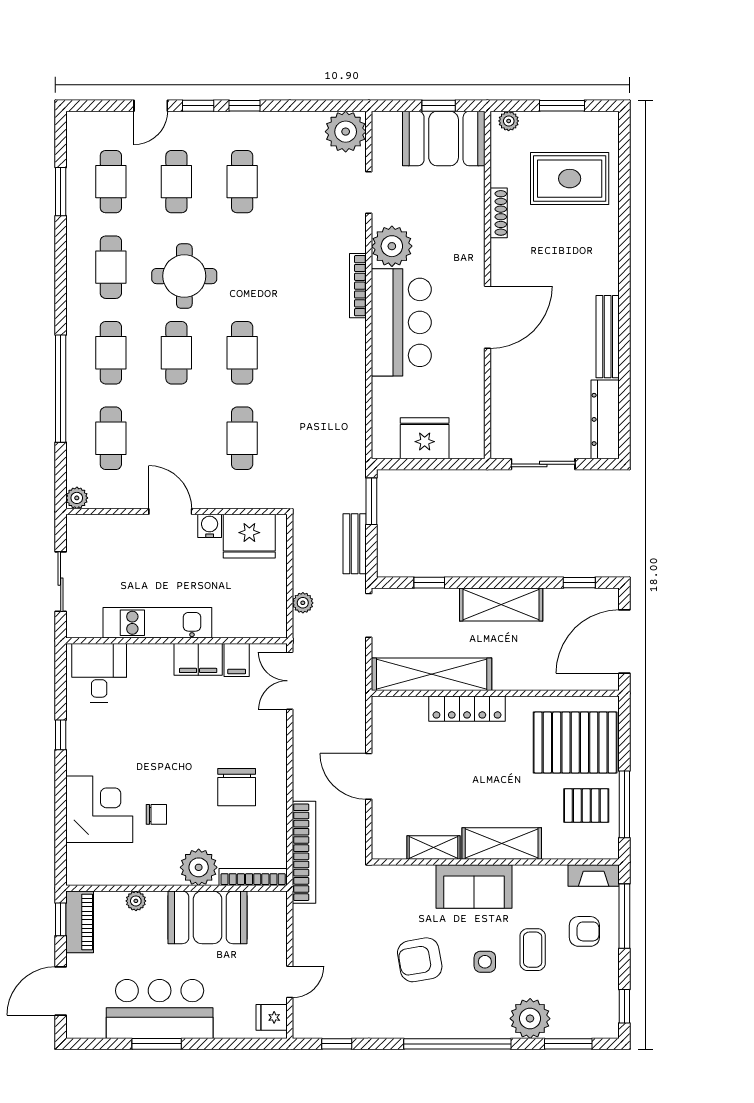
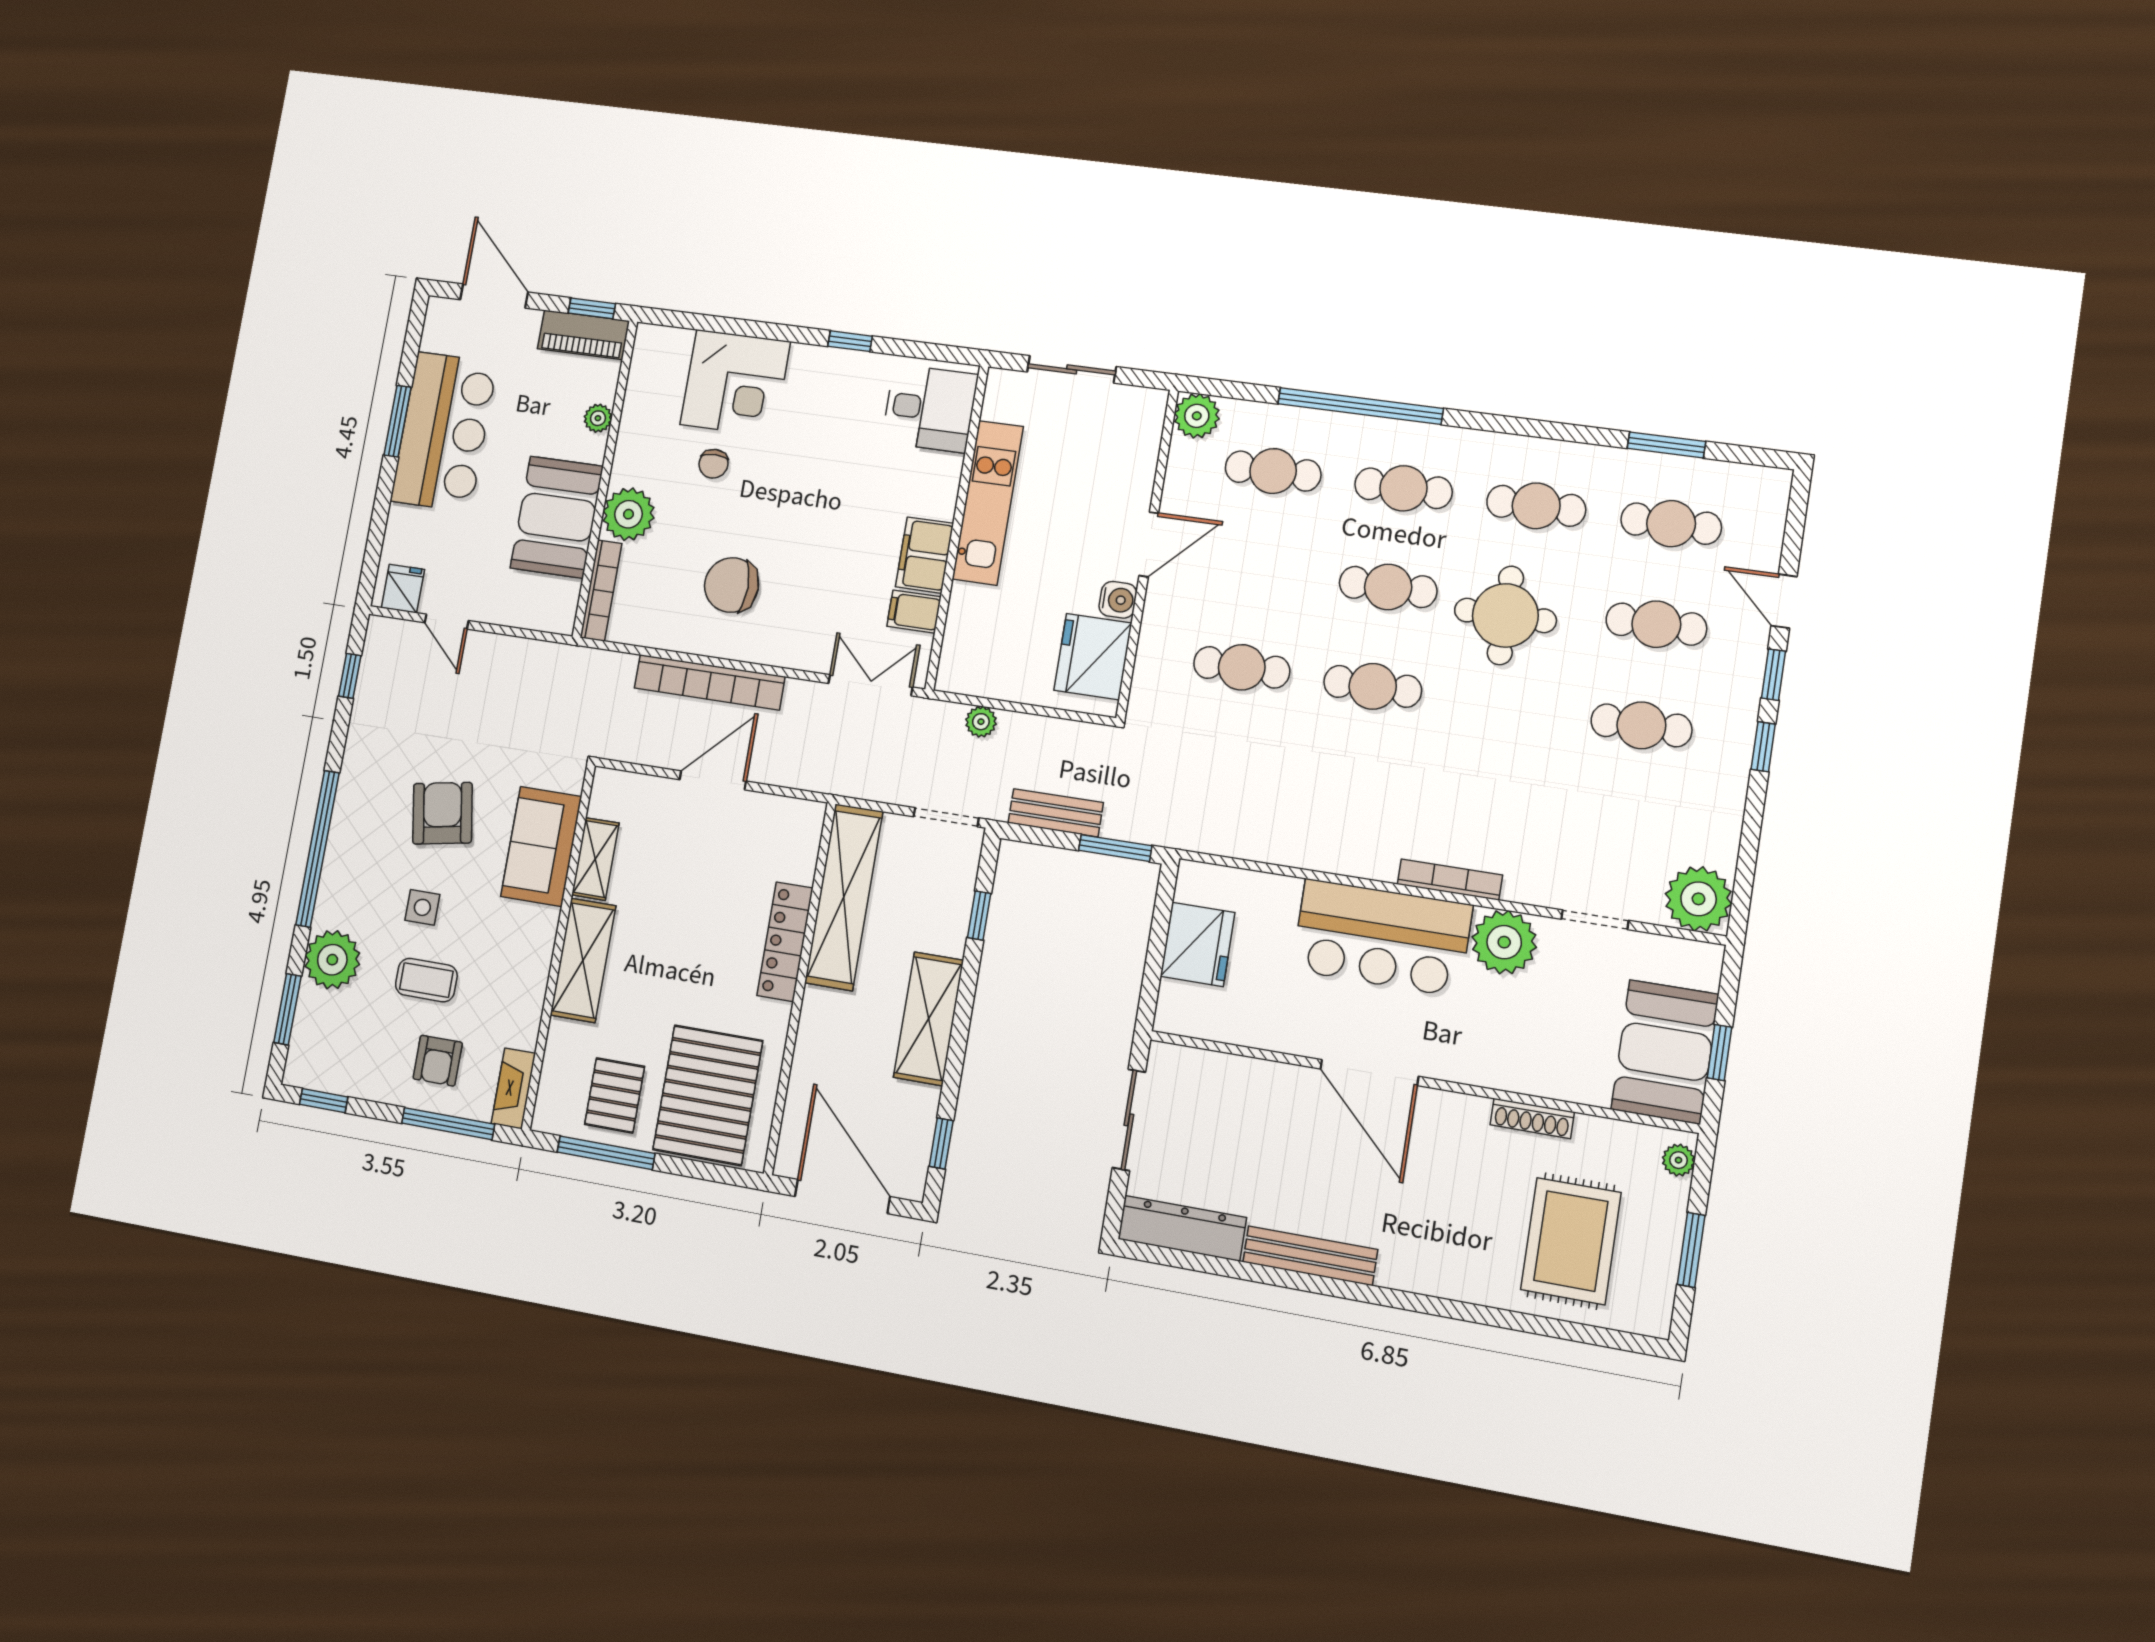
plant: (77, 498) -> (1197, 416), width x1.38, depth x1.38
bookcase: (304, 852) -> (709, 682), moved
sofa: (474, 886) -> (541, 846), moved

